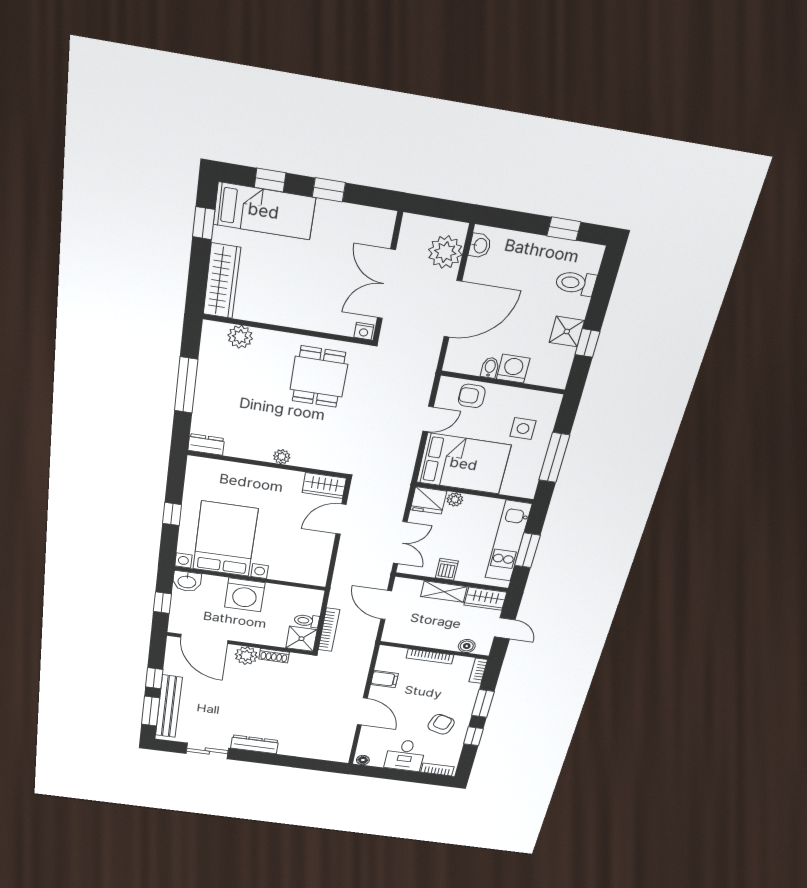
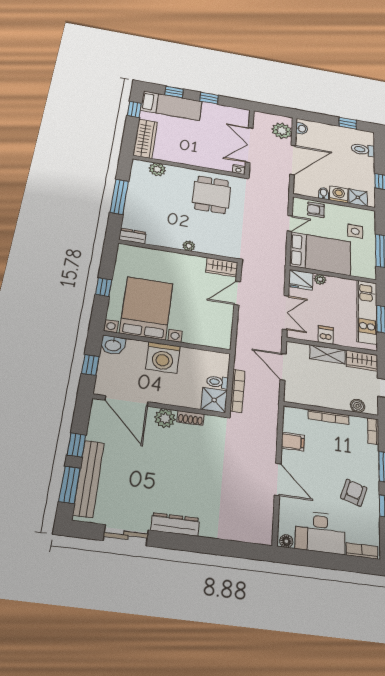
shower: (567, 332) -> (358, 198), moved
desk: (405, 755) -> (320, 532), width x1.37

